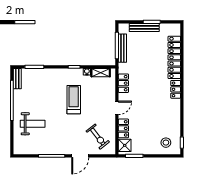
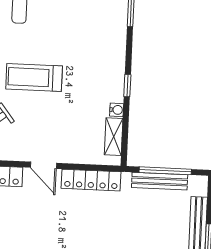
locker: (123, 83) -> (91, 180), width x1.53
treadmill: (74, 100) -> (34, 77), moved, turned 180

